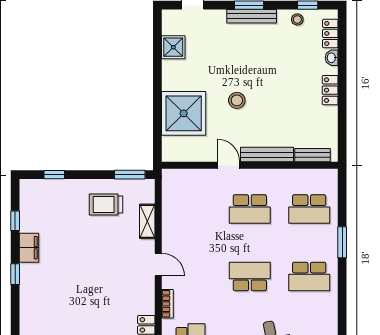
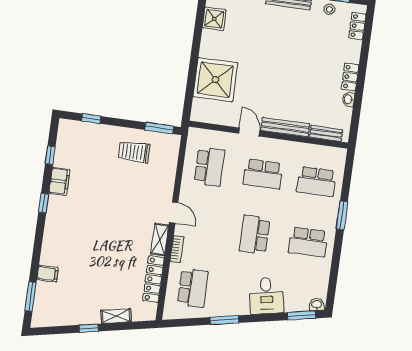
washbasin: (332, 58) -> (348, 99), moved
stool: (237, 100) -> (265, 75), removed
school desk: (190, 209) -> (210, 167), added
shelving: (147, 221) -> (160, 239), moved
school desk: (250, 276) -> (255, 235), turned -90

